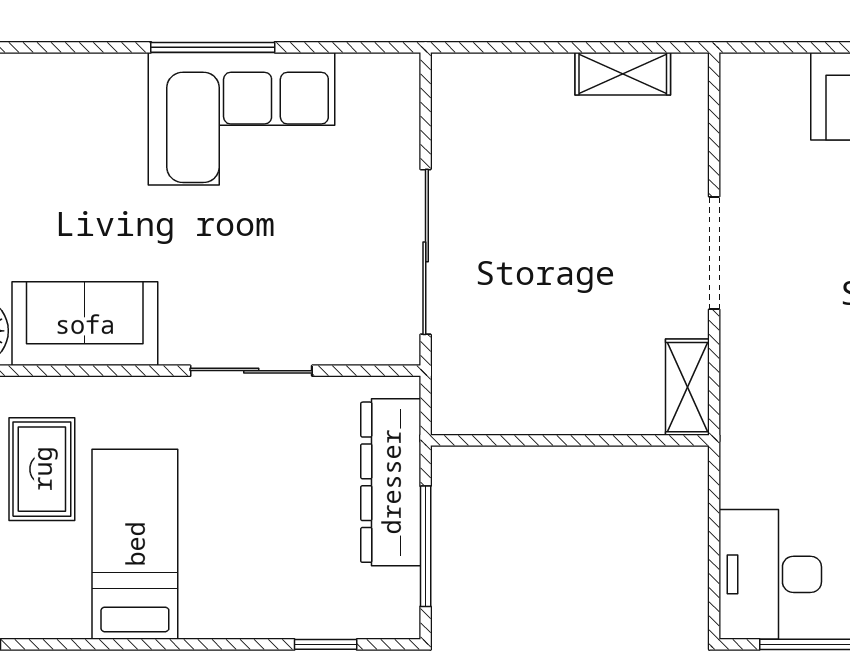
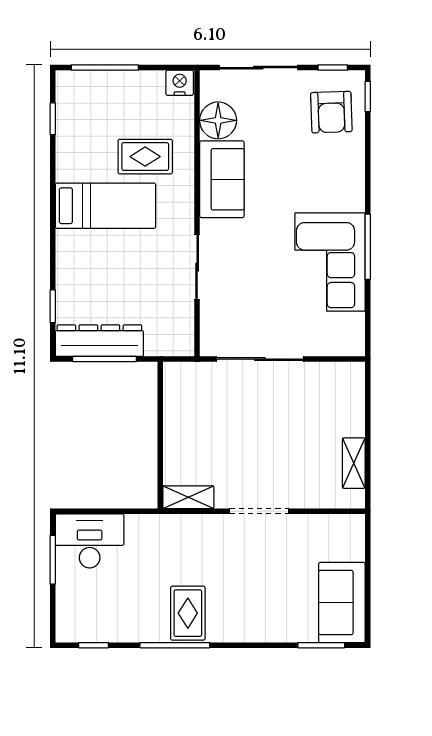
dresser: (391, 482) -> (99, 341), moved

